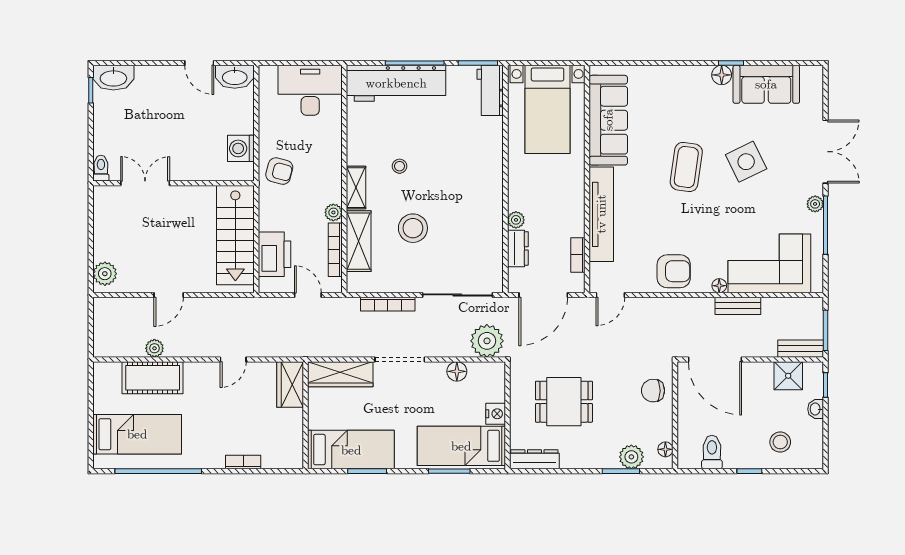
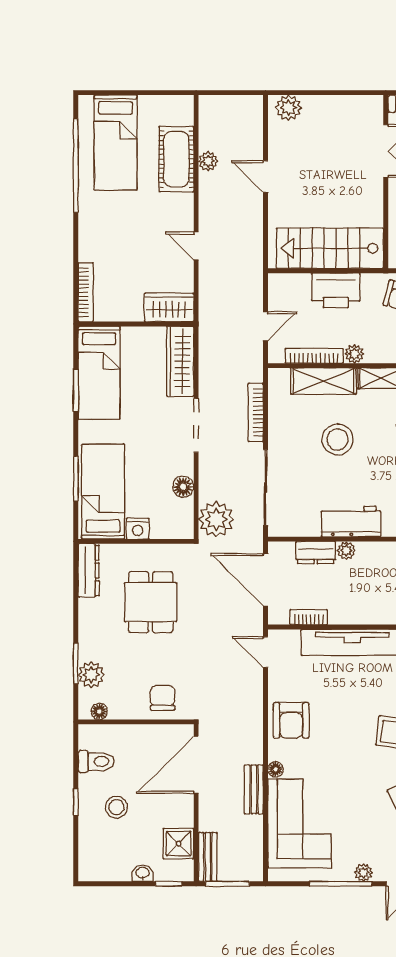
workbench: (489, 216) -> (351, 521), added
printer: (274, 254) -> (336, 290), moved
stool: (780, 442) -> (116, 807), moved
bookcase: (243, 462) -> (86, 292), moved, width x1.56

